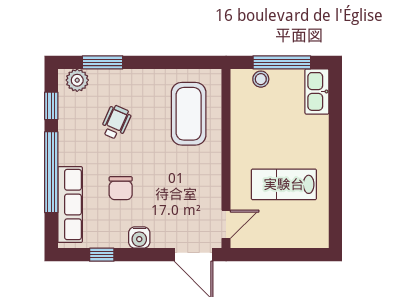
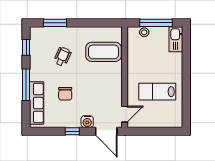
plant: (77, 80) -> (41, 33), removed
coffee table: (189, 114) -> (103, 52), turned 90
window: (51, 172) -> (26, 85), width x0.68
water cooler: (139, 237) -> (87, 122), moved
window: (102, 255) -> (72, 131), moved

